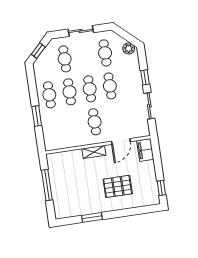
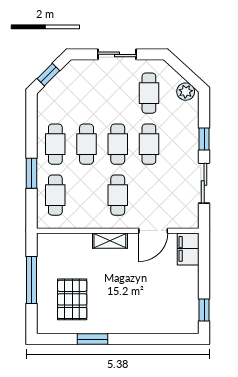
cafe table: (65, 59) -> (55, 195), moved
pallet: (118, 186) -> (72, 299), moved, turned 90

